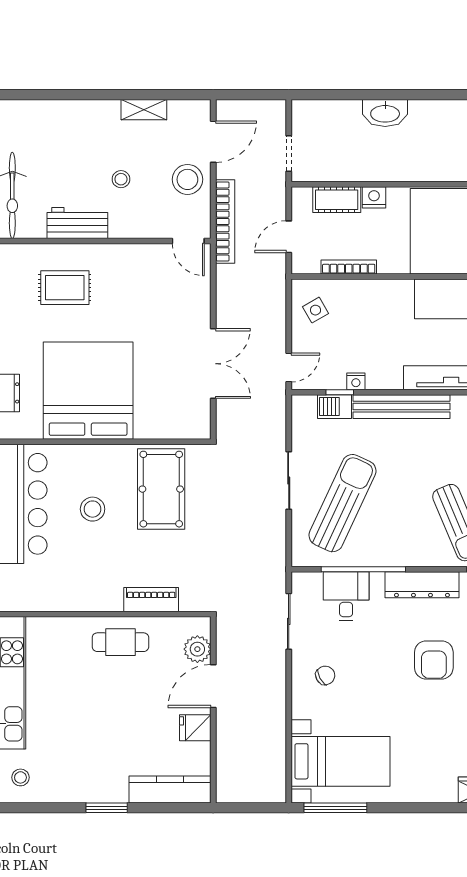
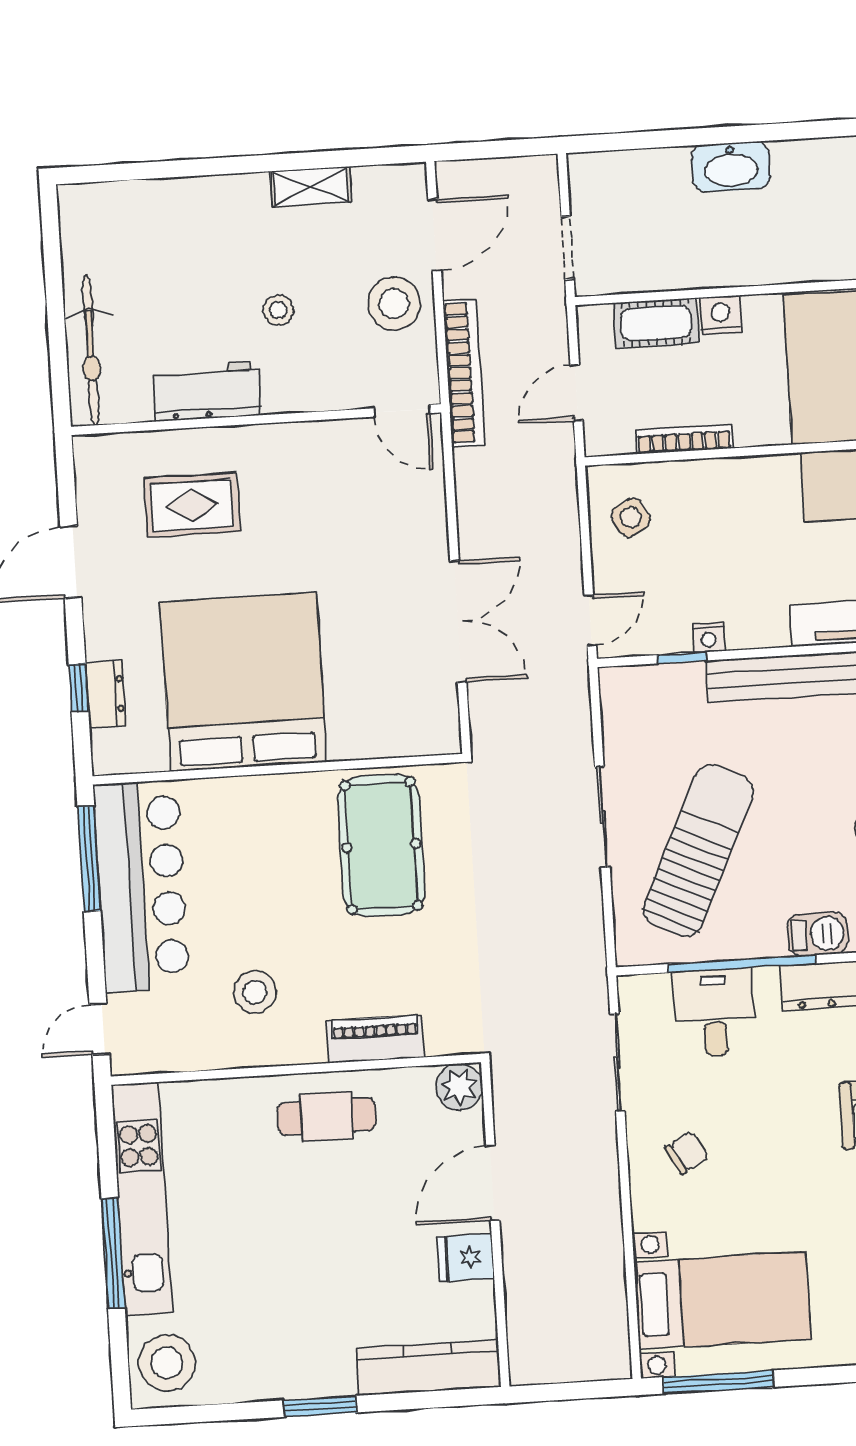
barbecue: (334, 407) -> (818, 934), moved, turned 180
stool: (93, 509) -> (255, 992), moved
plant: (197, 649) -> (459, 1087), moved
stool: (20, 777) -> (167, 1363), width x1.89, depth x1.89

